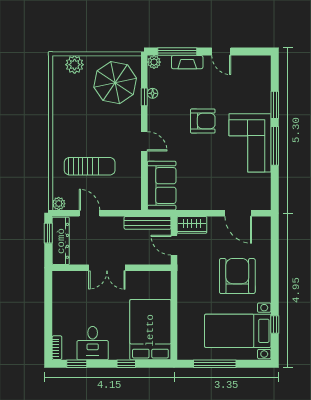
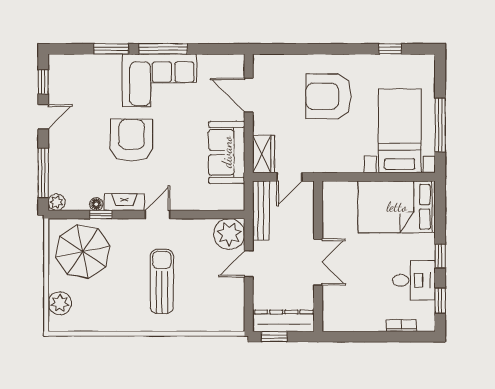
window: (249, 52) -> (43, 82), added
fireplace: (187, 62) -> (124, 202), moved, turned -90
armchair: (203, 121) -> (132, 140), width x1.36, depth x1.36
sun lounger: (90, 166) -> (162, 281), moved
sofa: (162, 186) -> (227, 152), moved, turned -90
plant: (59, 204) -> (229, 234), moved, width x1.88, depth x1.88
door: (90, 213) -> (249, 264), moved
door: (238, 213) -> (249, 95), swing flipped
bed with nightstands: (238, 331) -> (400, 131), moved, turned 180
bookcase: (57, 348) -> (401, 326), moved
window: (126, 364) -> (440, 256), moved

